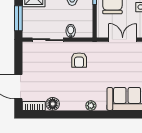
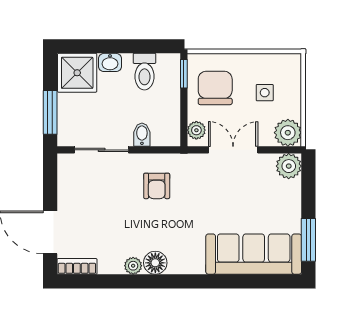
plant: (102, 28) -> (196, 130), added
floor lamp: (53, 104) -> (155, 263), moved
plant: (91, 106) -> (133, 266), moved

